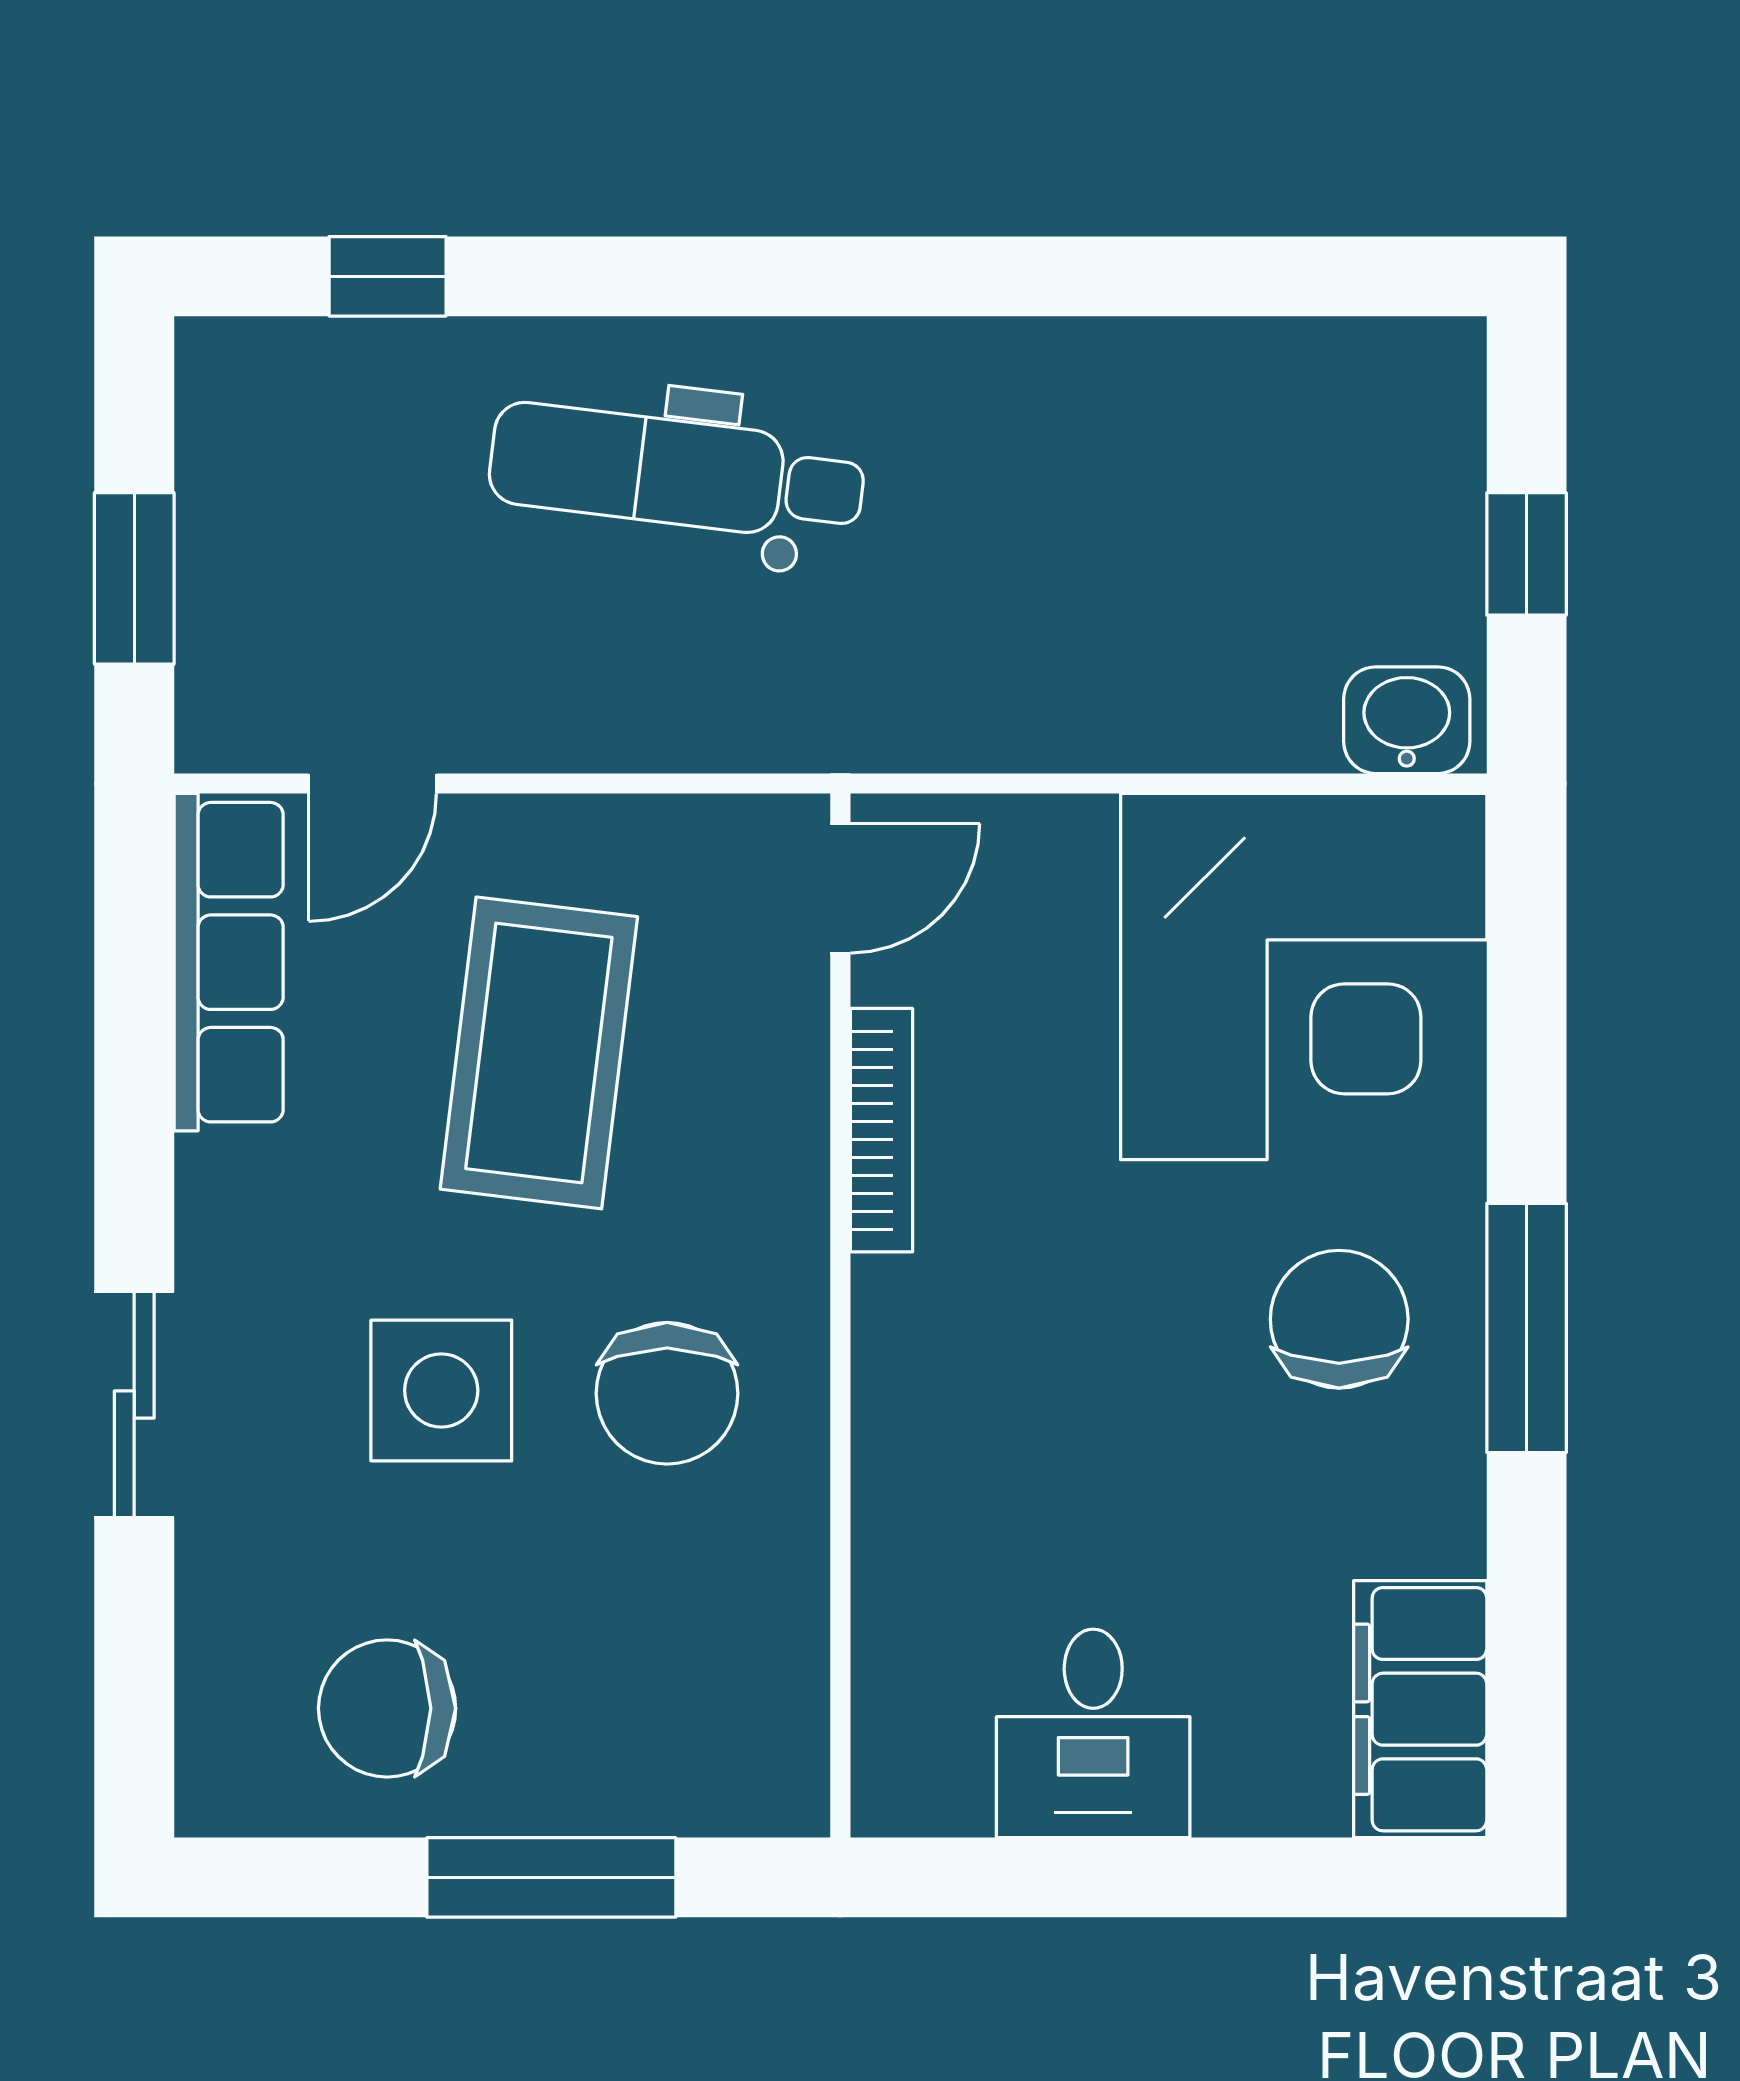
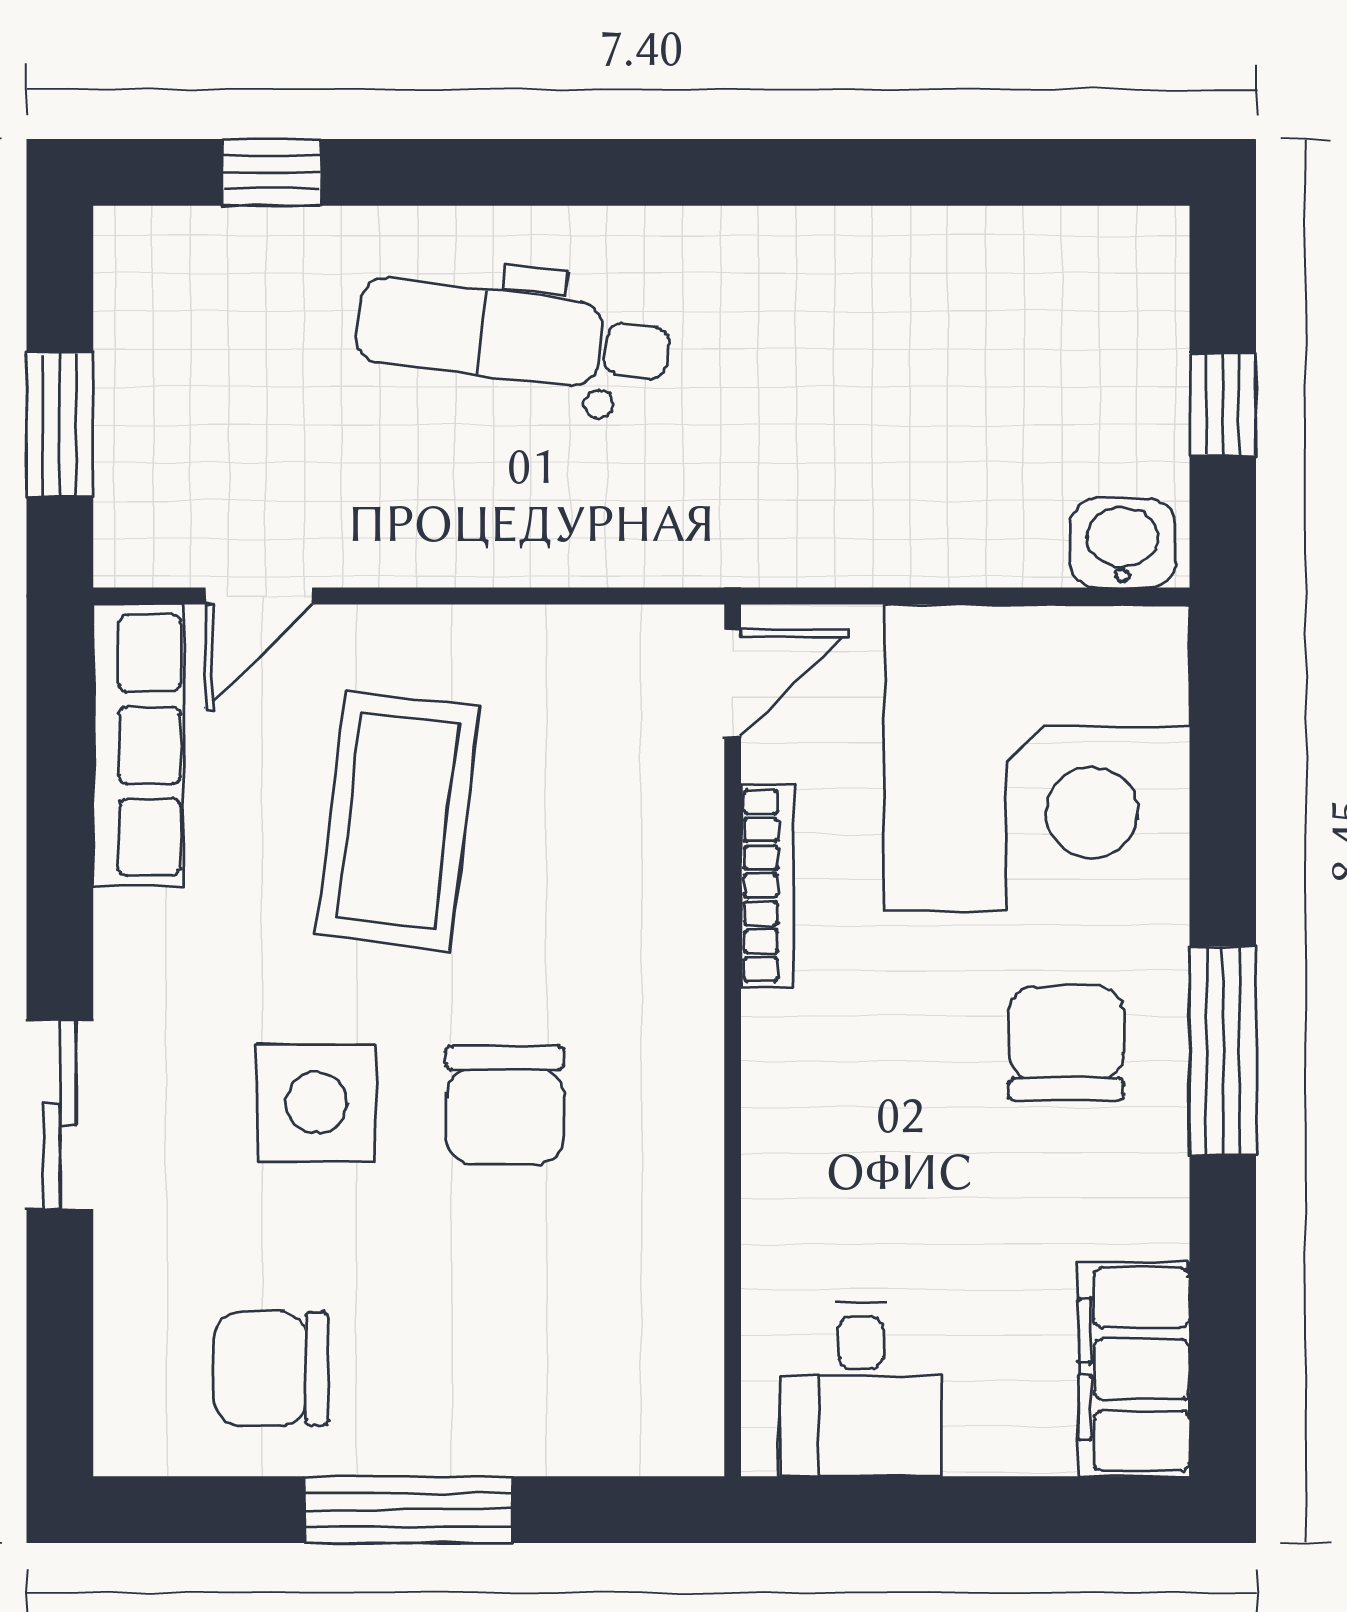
door: (840, 888) -> (733, 684), moved
bookcase: (881, 1130) -> (767, 886), moved
wall: (840, 1316) -> (733, 1040), moved

